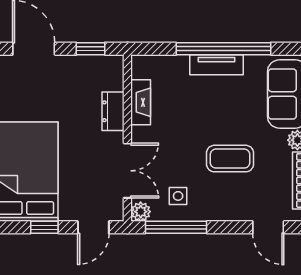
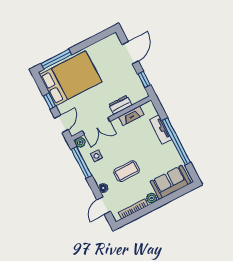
tv unit: (216, 65) -> (161, 130), moved
coffee table: (230, 159) -> (127, 171), turned 90
floor lamp: (238, 213) -> (103, 188), added
door: (93, 227) -> (61, 124), swing flipped

